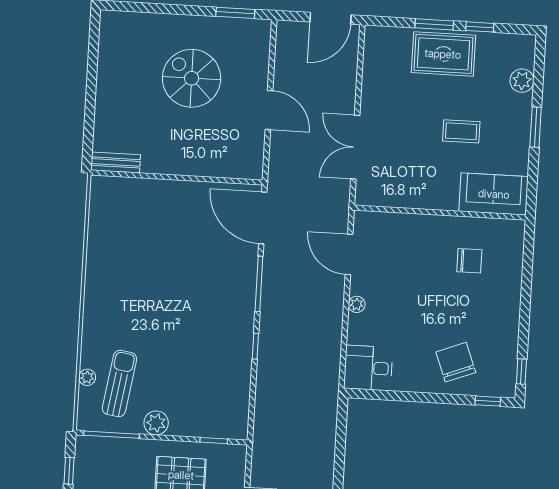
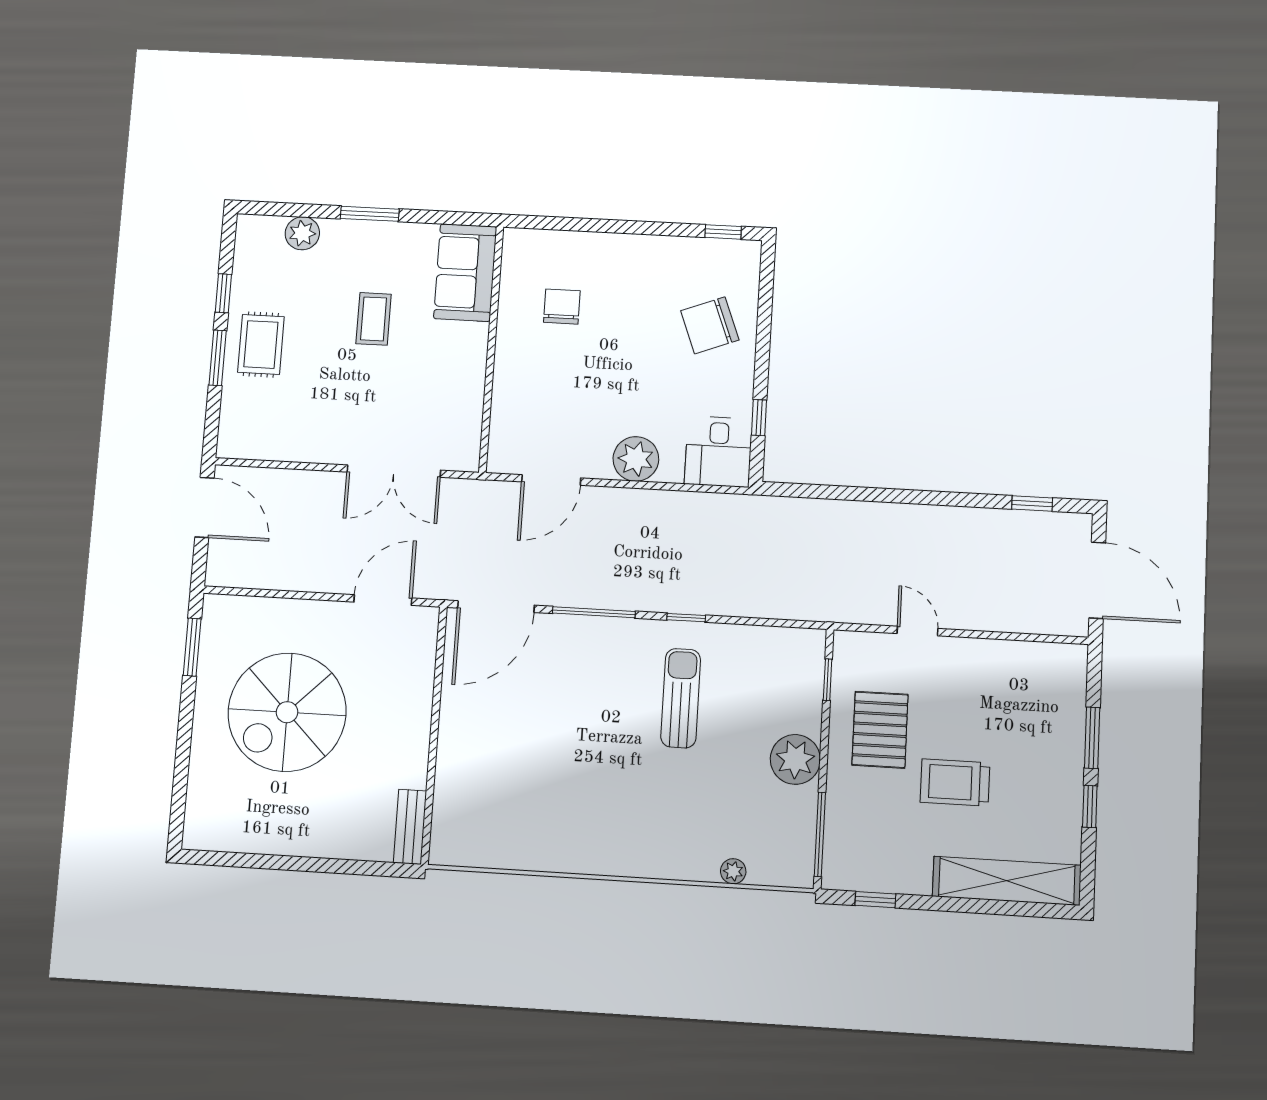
rug: (443, 54) -> (261, 344), width x0.73, depth x0.70
spiral stairs: (192, 78) -> (287, 712), width x1.37, depth x1.37
door: (269, 110) -> (383, 600), moved
plant: (357, 304) -> (636, 459), width x1.88, depth x1.88
sun lounger: (119, 384) -> (681, 698), moved, turned 81
window: (488, 401) -> (759, 418), moved
plant: (156, 423) -> (795, 759), width x1.36, depth x1.36

